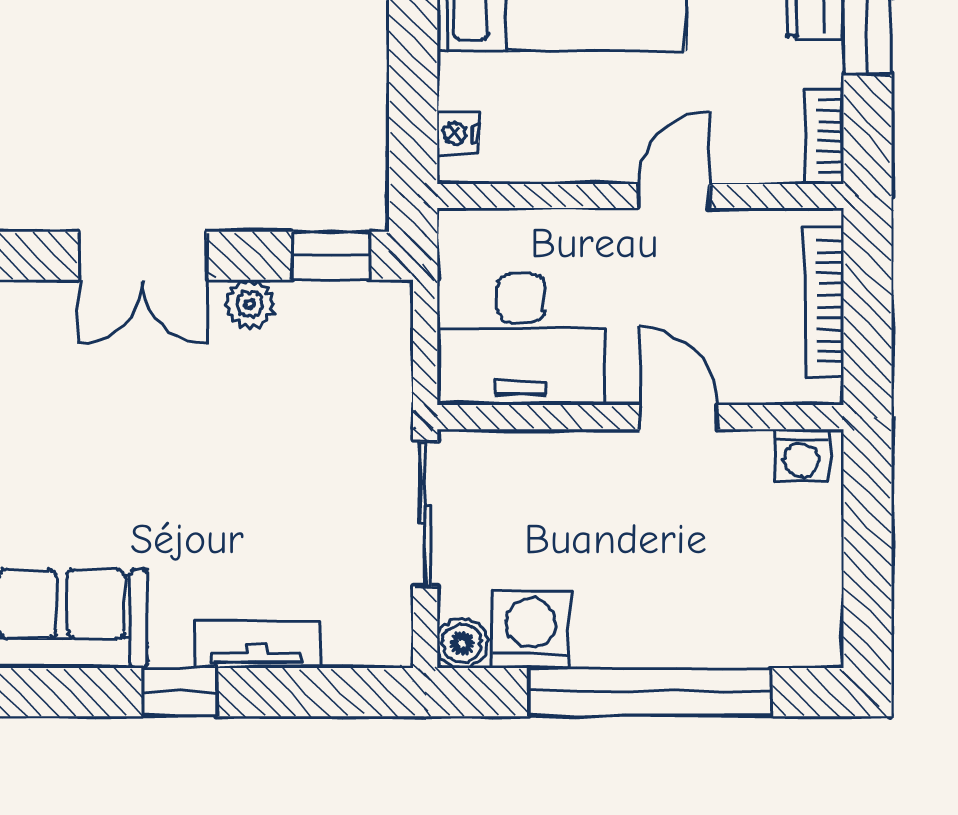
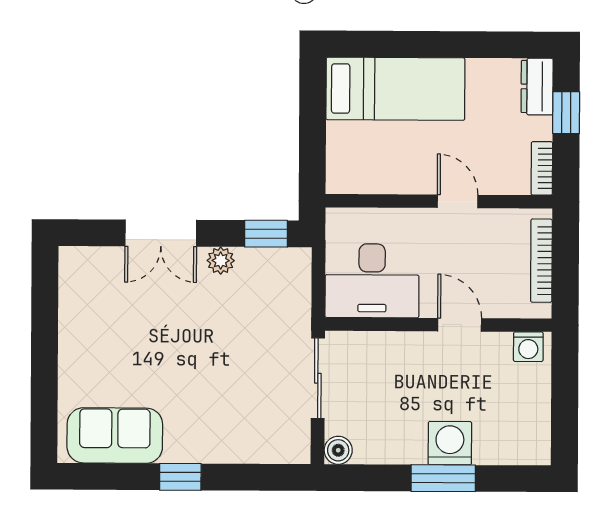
nightstand: (458, 134) -> (337, 166), removed
door: (674, 196) -> (458, 201), hinge flipped
washing machine: (531, 629) -> (450, 443), moved
tv unit: (257, 644) -> (223, 450), removed
window: (651, 692) -> (443, 478), width x0.47

